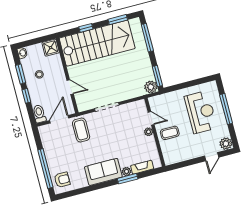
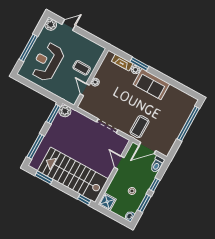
window: (86, 28) -> (84, 200), moved
armchair: (62, 180) -> (184, 105), removed

